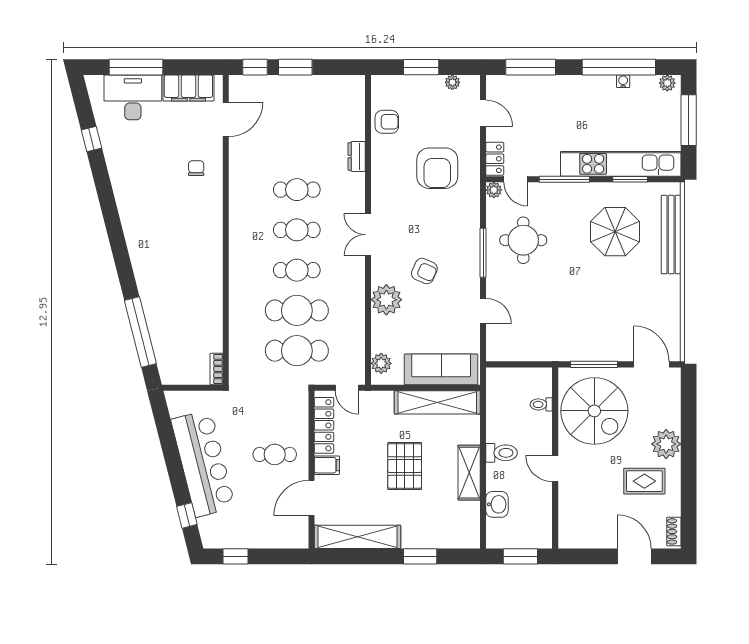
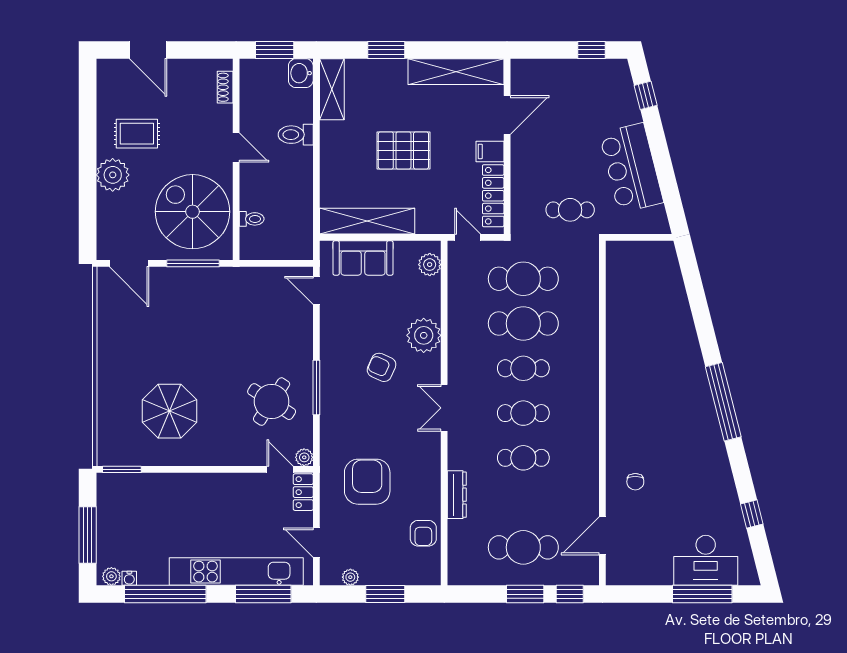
water cooler: (623, 81) -> (129, 578), moved
filing cabinet: (188, 88) -> (644, 571), removed
cafe table: (297, 109) -> (523, 547), added
armchair: (387, 122) -> (423, 533), turned -90
dresser: (357, 156) -> (457, 495), width x1.44
kitchen unit: (621, 164) -> (236, 572), moved, turned 180
window: (564, 179) -> (226, 469), removed
window: (630, 179) -> (122, 469), moved
double door: (368, 235) -> (444, 408), swing flipped
bench: (671, 235) -> (107, 408), removed
round table: (523, 240) -> (272, 402), turned 33
door: (483, 311) -> (316, 290), moved
window: (140, 332) -> (723, 402), moved
bookcase: (216, 369) -> (613, 258), removed
sofa: (441, 369) -> (363, 258), width x0.73
toilet: (502, 453) -> (296, 135), moved
cafe table: (275, 454) -> (570, 210), moved
bar counter: (203, 463) -> (631, 168), width x0.73
pallet: (405, 466) -> (403, 150), turned 90
shelving: (469, 473) -> (332, 89), moved
washbasin: (497, 504) -> (301, 73), moved
shoe rack: (674, 531) -> (225, 87), moved, turned 180

